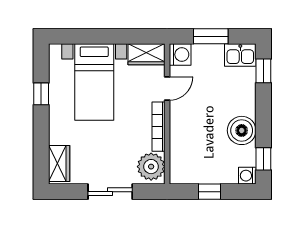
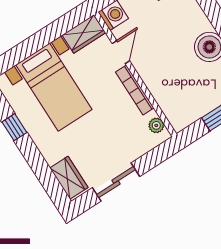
plant: (151, 167) -> (156, 125), width x0.53, depth x0.53
sliding door: (110, 192) -> (116, 182), moved

